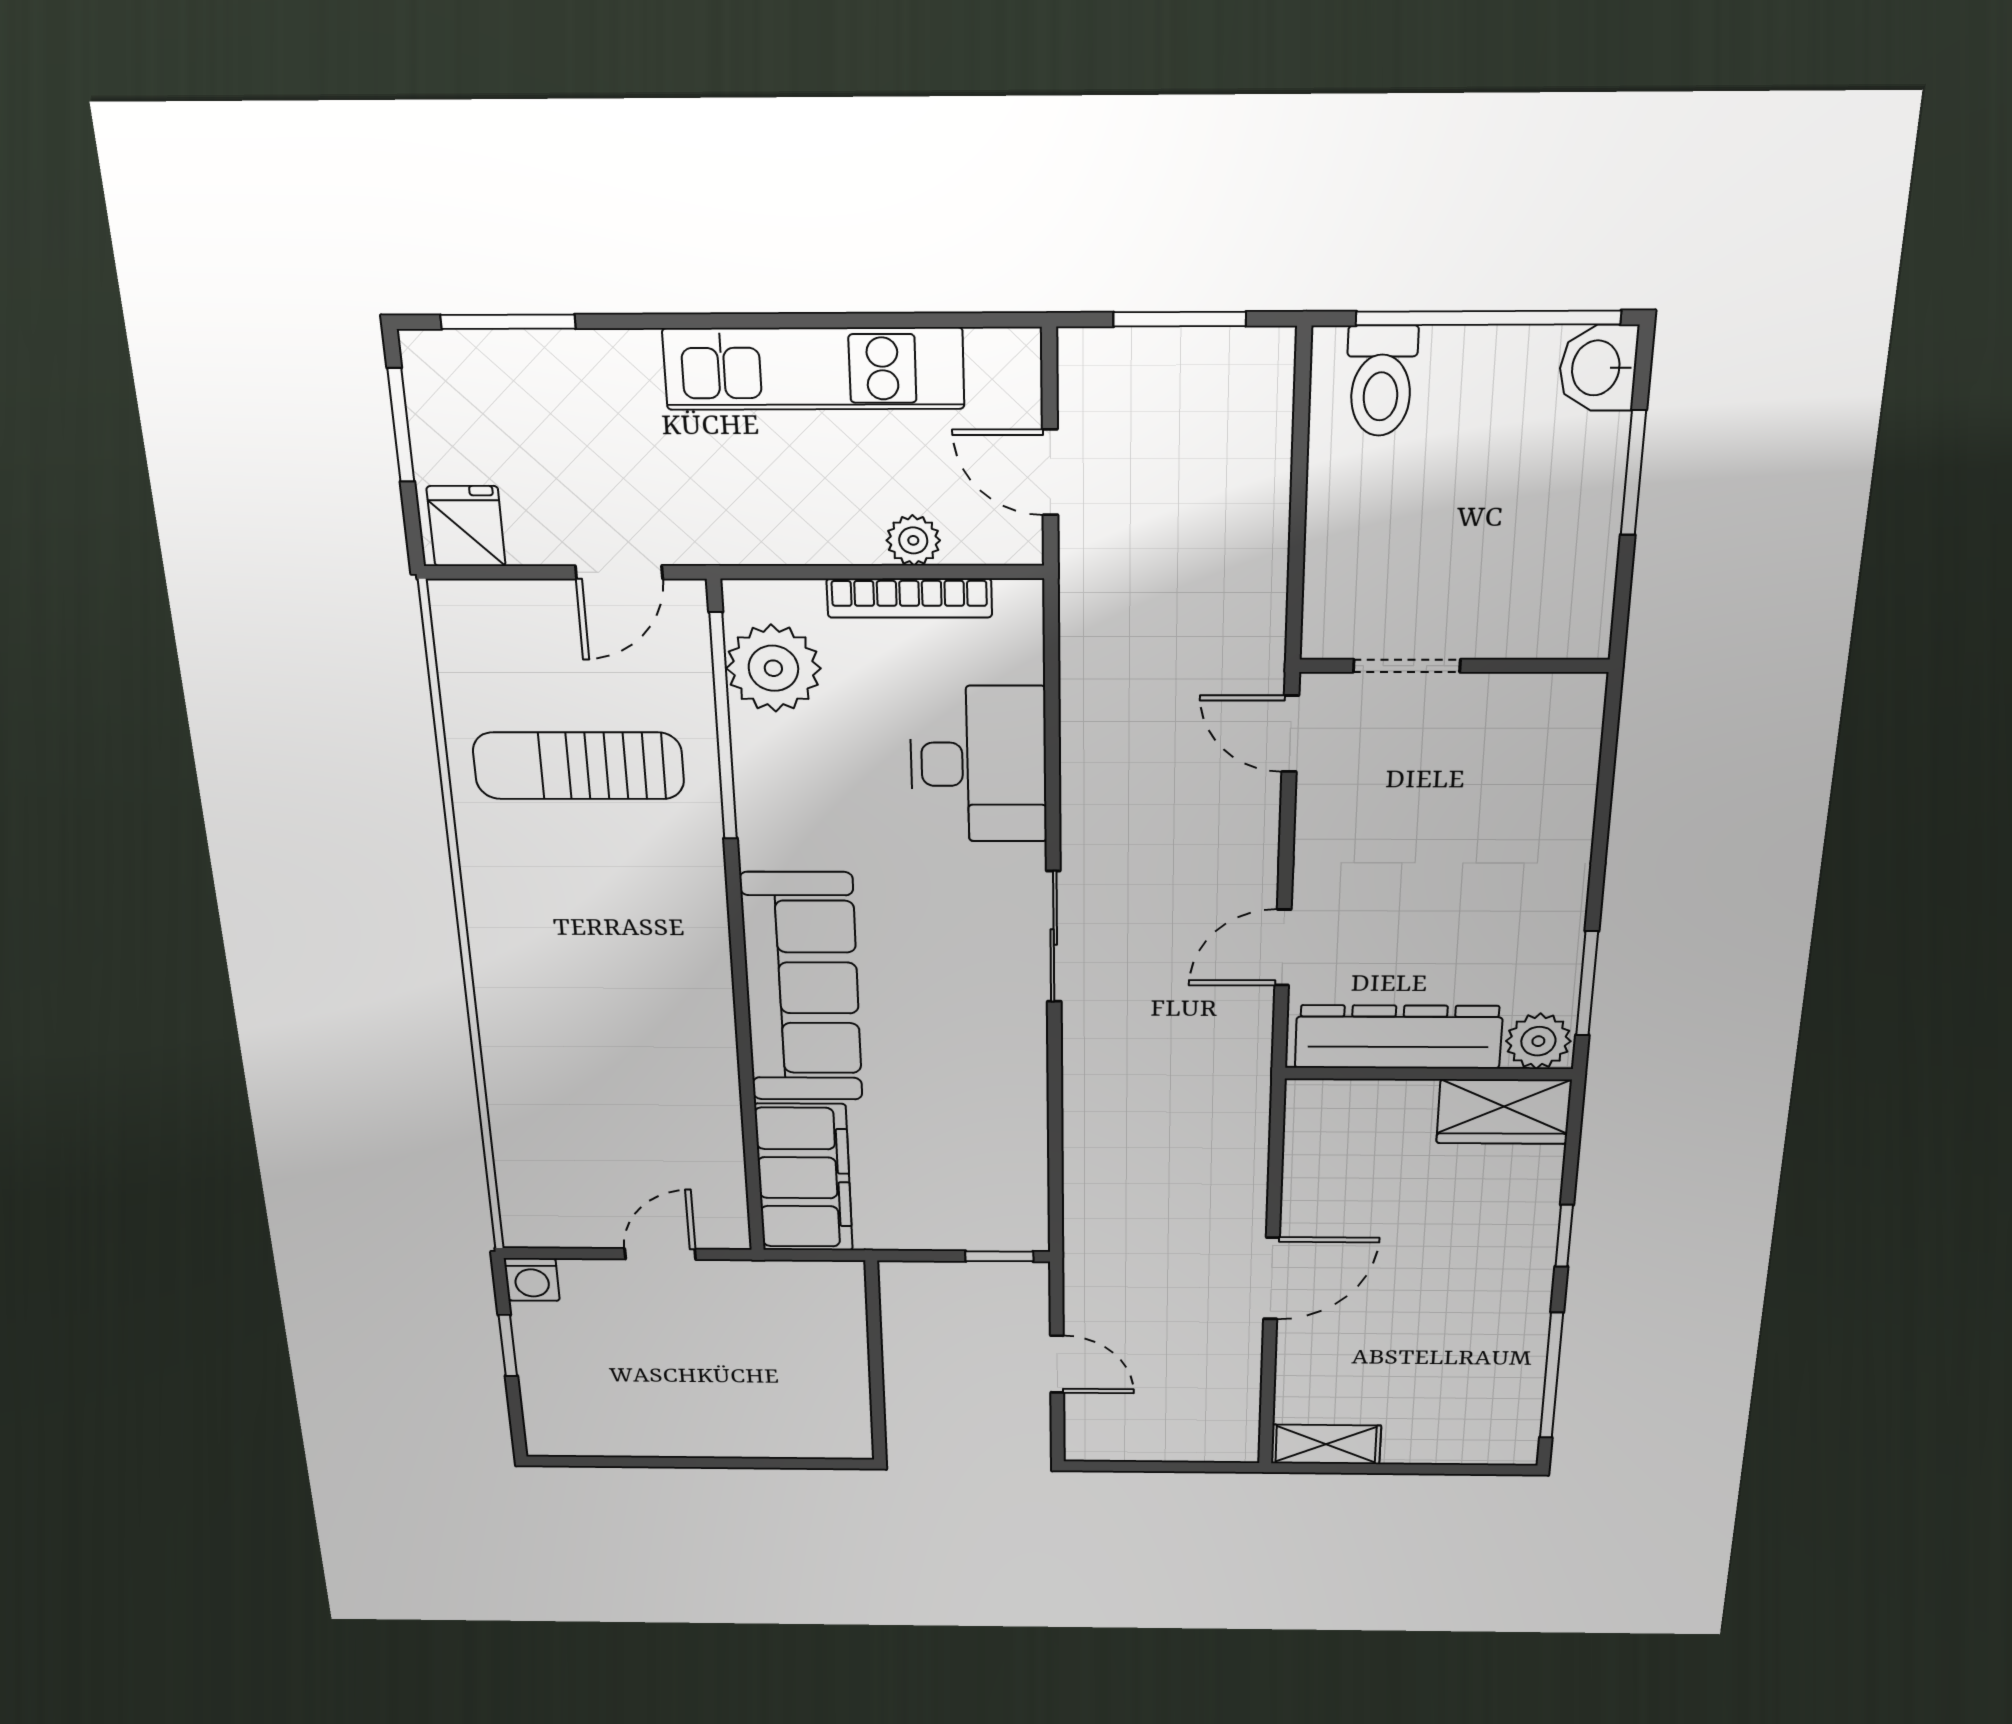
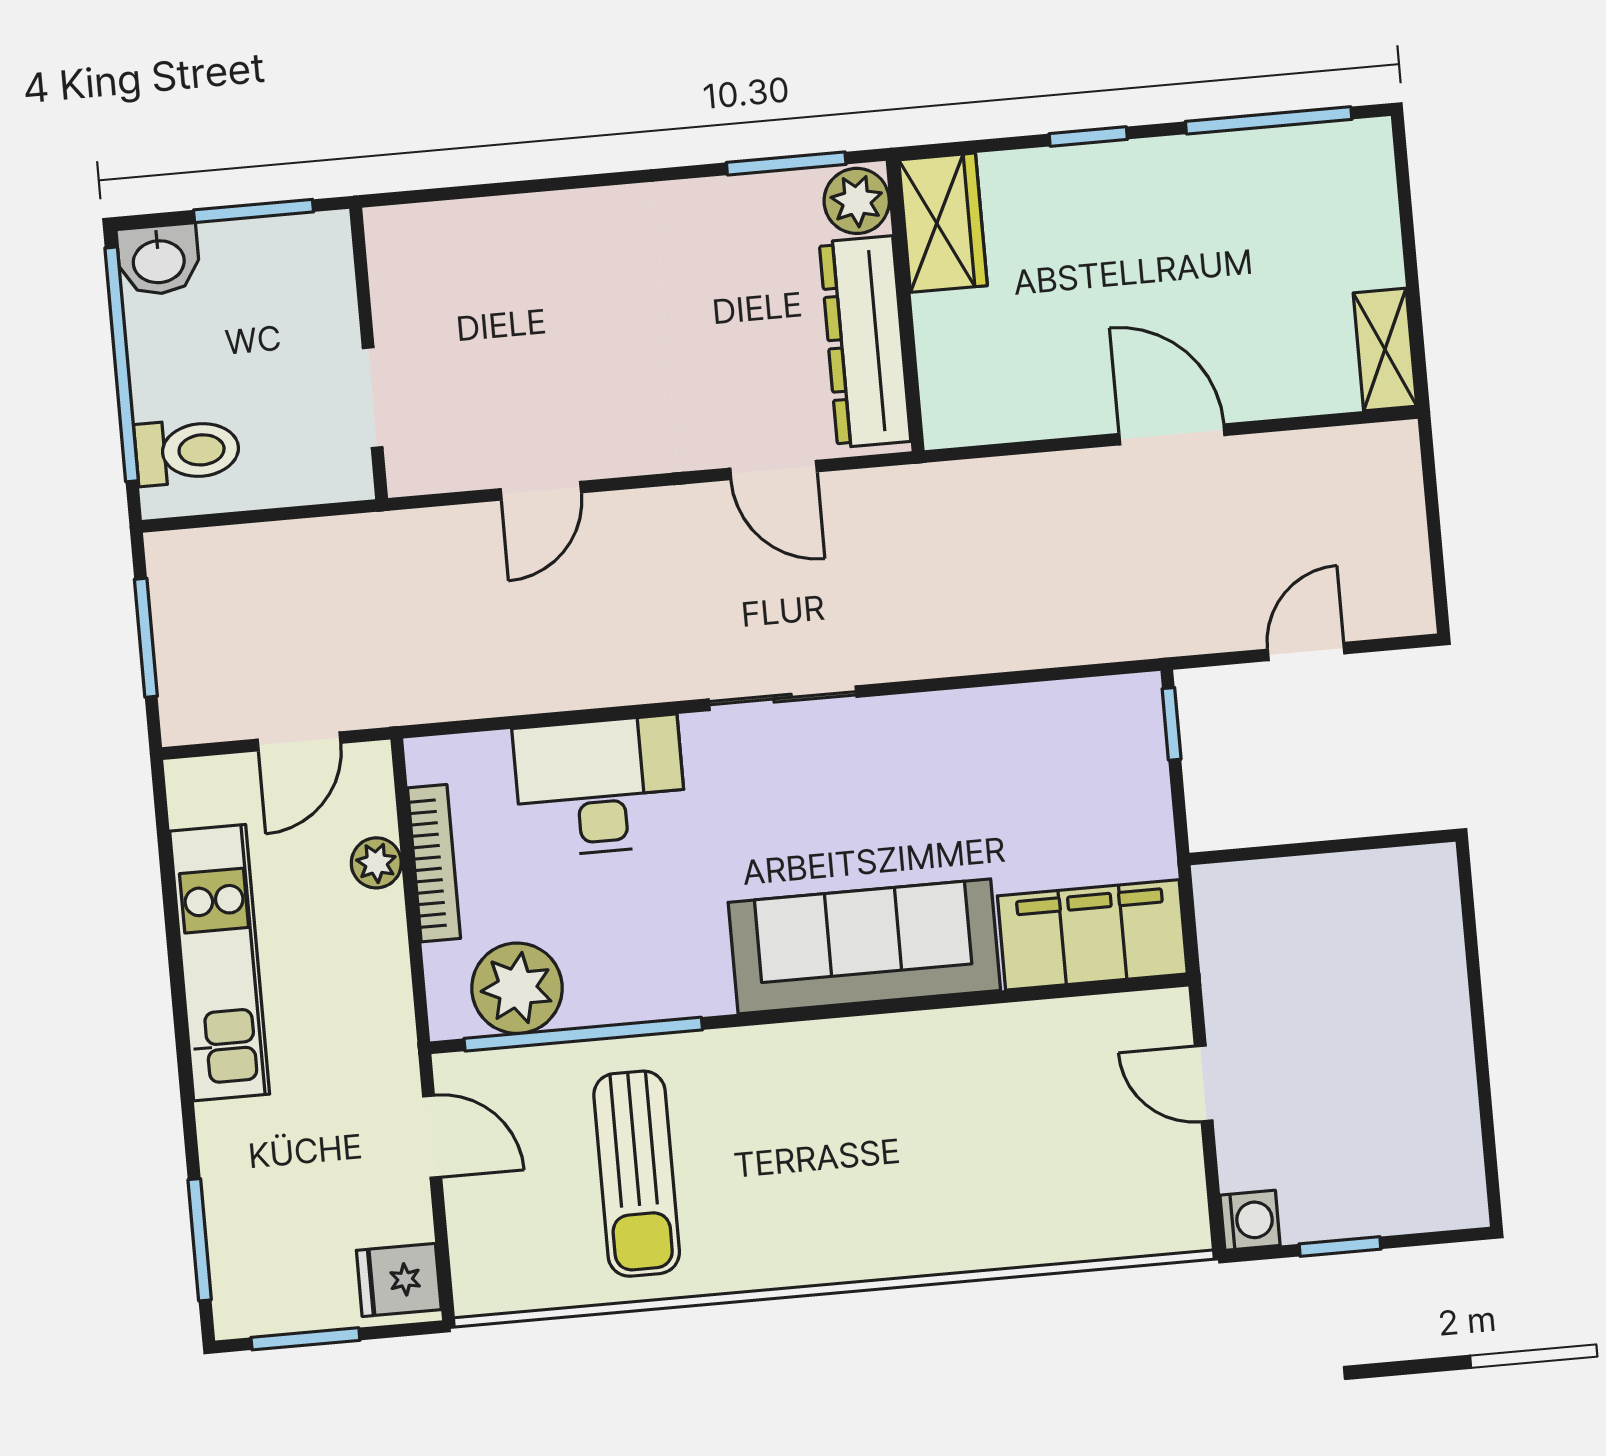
doorway: (1407, 666) -> (373, 398), moved
wall: (1454, 666) -> (369, 353), moved

